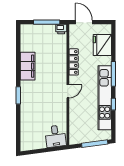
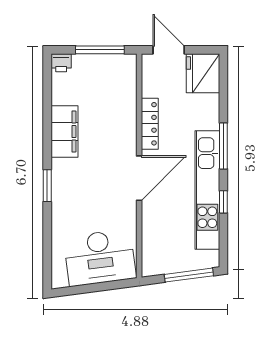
printer: (61, 29) -> (61, 63), moved
fridge: (102, 45) -> (203, 73), moved
door: (68, 91) -> (139, 178), width x1.88
desk: (55, 136) -> (100, 258), width x1.87, depth x1.30

